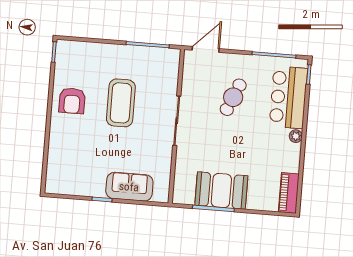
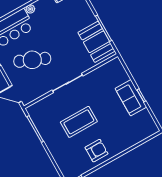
cafe table: (233, 97) -> (32, 60), width x1.37, depth x1.35
sofa: (129, 187) -> (131, 98), moved
booth: (221, 191) -> (96, 42), moved

